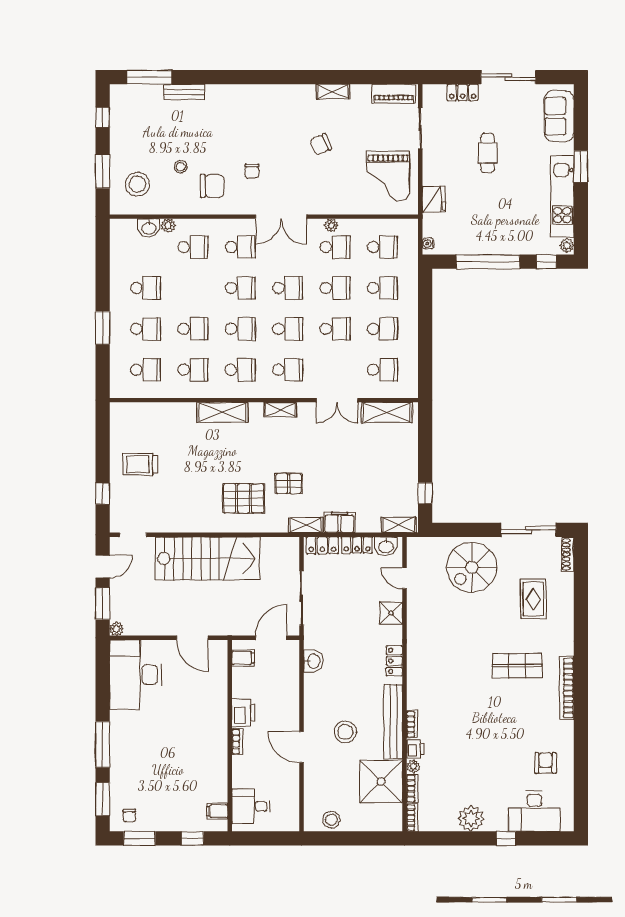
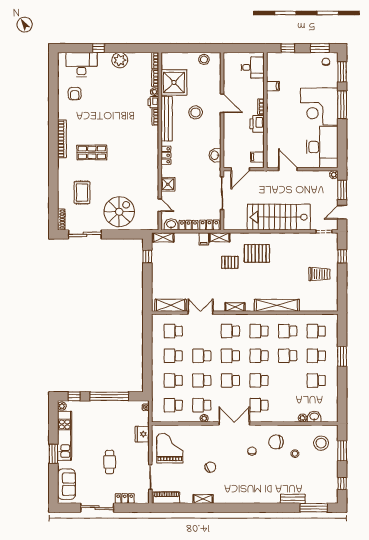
school desk: (193, 247) -> (288, 405), removed
shelving: (223, 412) -> (277, 305), width x1.47
filing cabinet: (339, 522) -> (204, 239), width x0.50
corner desk: (141, 742) -> (319, 107), added
filing cabinet: (217, 811) -> (273, 86), moved

